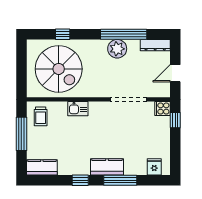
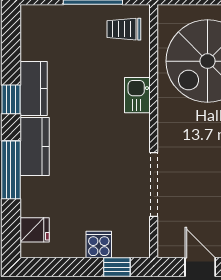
cooker: (162, 109) -> (99, 245), moved
kitchen counter: (42, 167) -> (34, 89), moved

